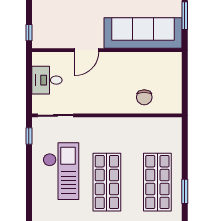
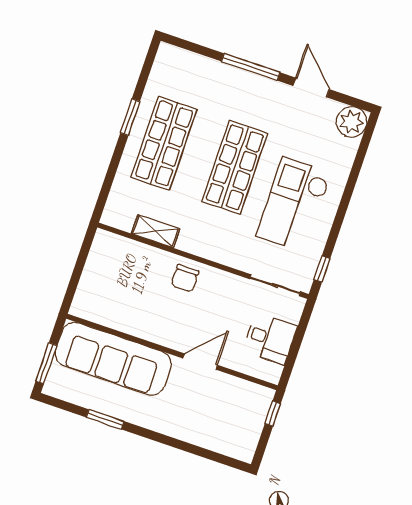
chair: (144, 97) -> (185, 278), moved, turned 180
shelving: (144, 124) -> (156, 231), added

